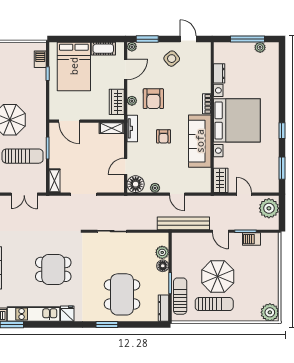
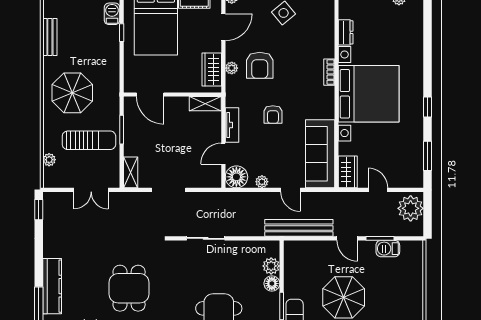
tv unit: (132, 128) -> (232, 125), moved
sofa: (200, 141) -> (320, 154), moved
dining table: (53, 269) -> (129, 288), turned 90

